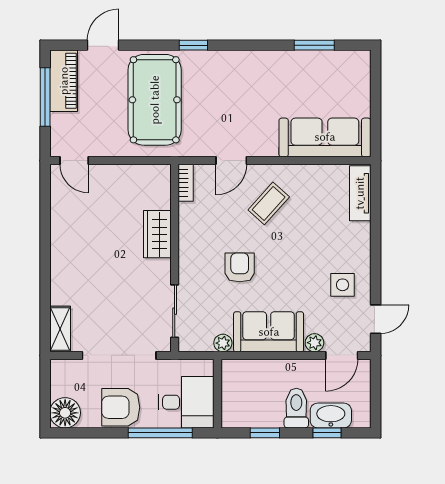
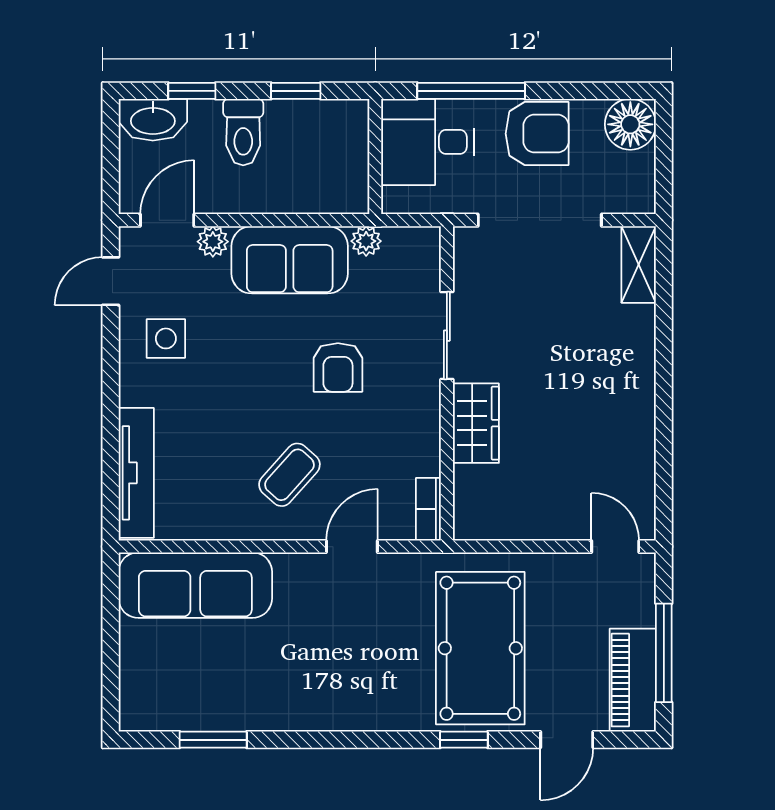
window: (193, 45) -> (464, 740), moved
tv unit: (360, 193) -> (136, 473), width x1.41
sliding door: (175, 311) -> (447, 336), moved
washbasin: (331, 415) -> (153, 120), moved

